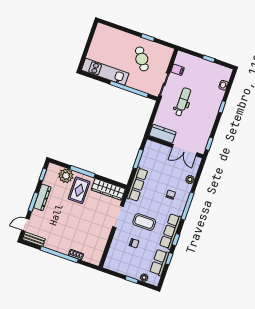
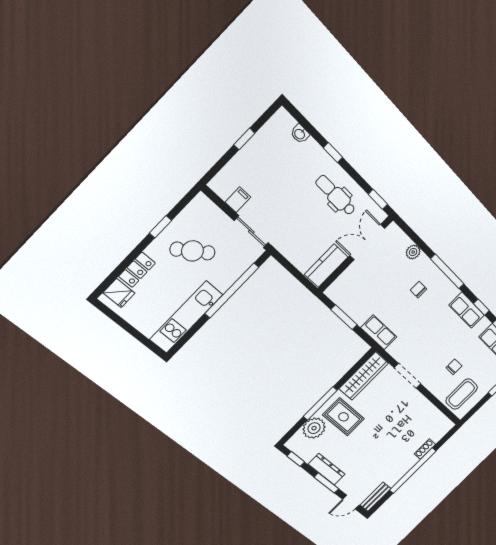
fridge: (105, 32) -> (119, 293), added
locker: (121, 36) -> (137, 270), added
dental chair: (183, 102) -> (336, 195), moved
double door: (185, 150) -> (367, 242), swing flipped
row of seats: (137, 184) -> (379, 332), width x0.68
coffee table: (144, 222) -> (462, 394), moved
door: (25, 225) -> (351, 502), hinge flipped
row of seats: (171, 231) -> (467, 310), width x0.68

